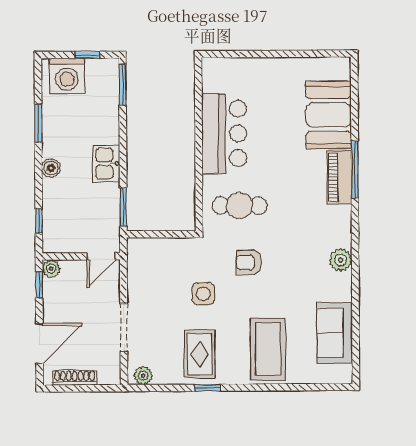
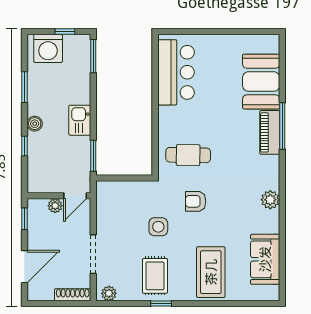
bar counter: (224, 133) -> (176, 72), moved
window: (39, 221) -> (24, 146), moved
plant: (51, 269) -> (55, 206), moved
shoe rack: (75, 378) -> (73, 295), moved

